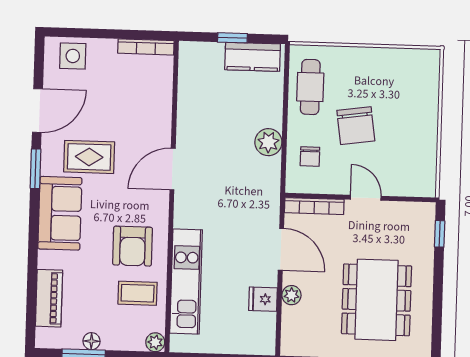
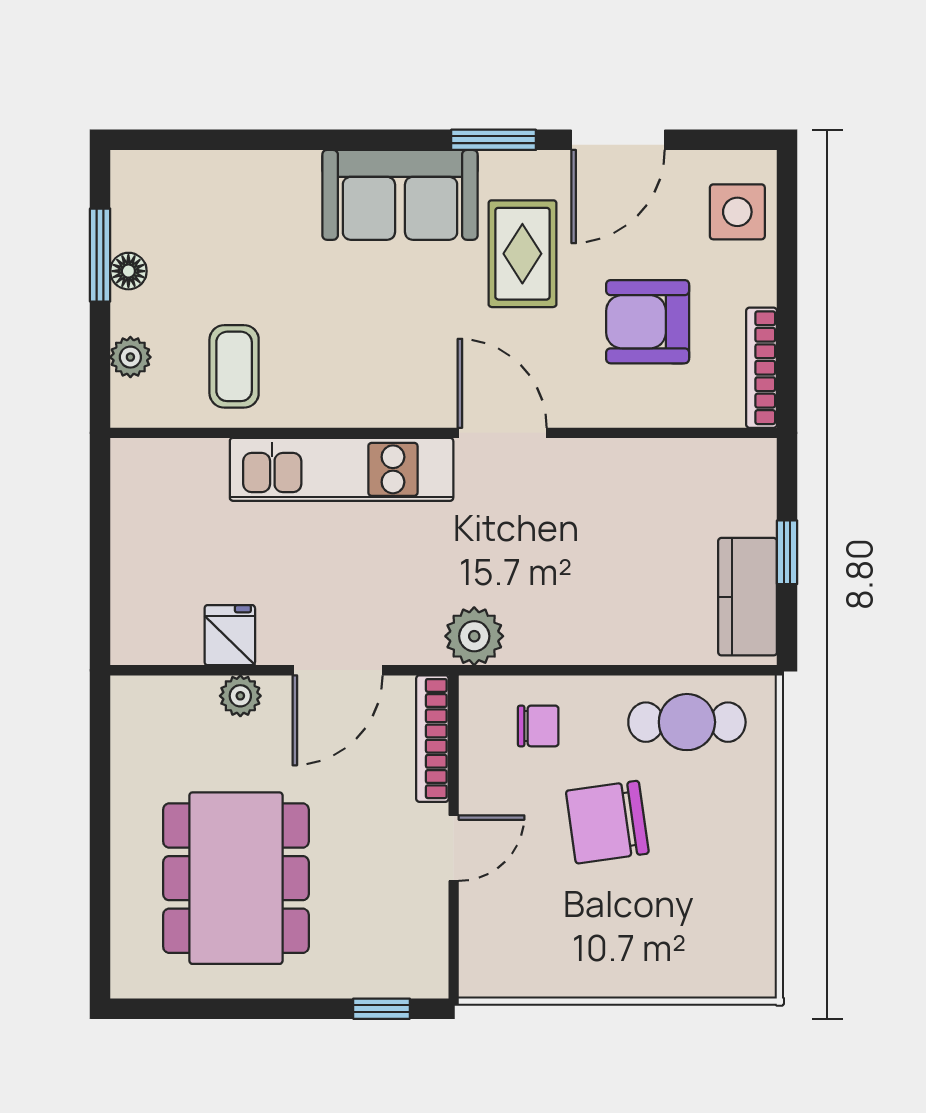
door: (37, 111) -> (618, 140), hinge flipped
plant: (268, 142) -> (474, 636), moved
chair: (310, 156) -> (538, 726), turned 180
armchair: (133, 246) -> (648, 322), moved
kitchen unit: (186, 281) -> (342, 469), moved
piano: (49, 298) -> (218, 177), removed
dining table: (377, 300) -> (236, 878), turned 90
plant: (155, 342) -> (130, 357), moved

